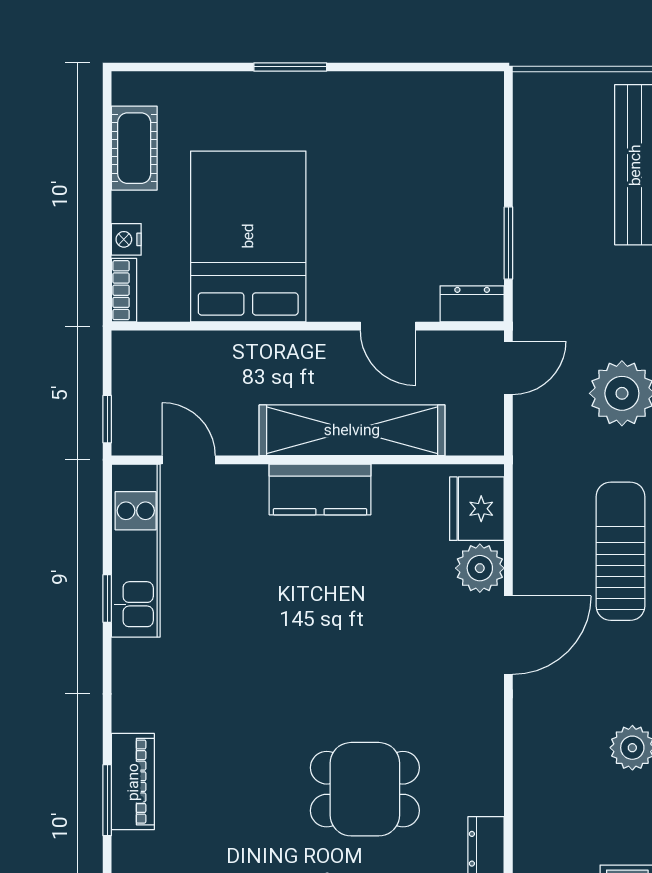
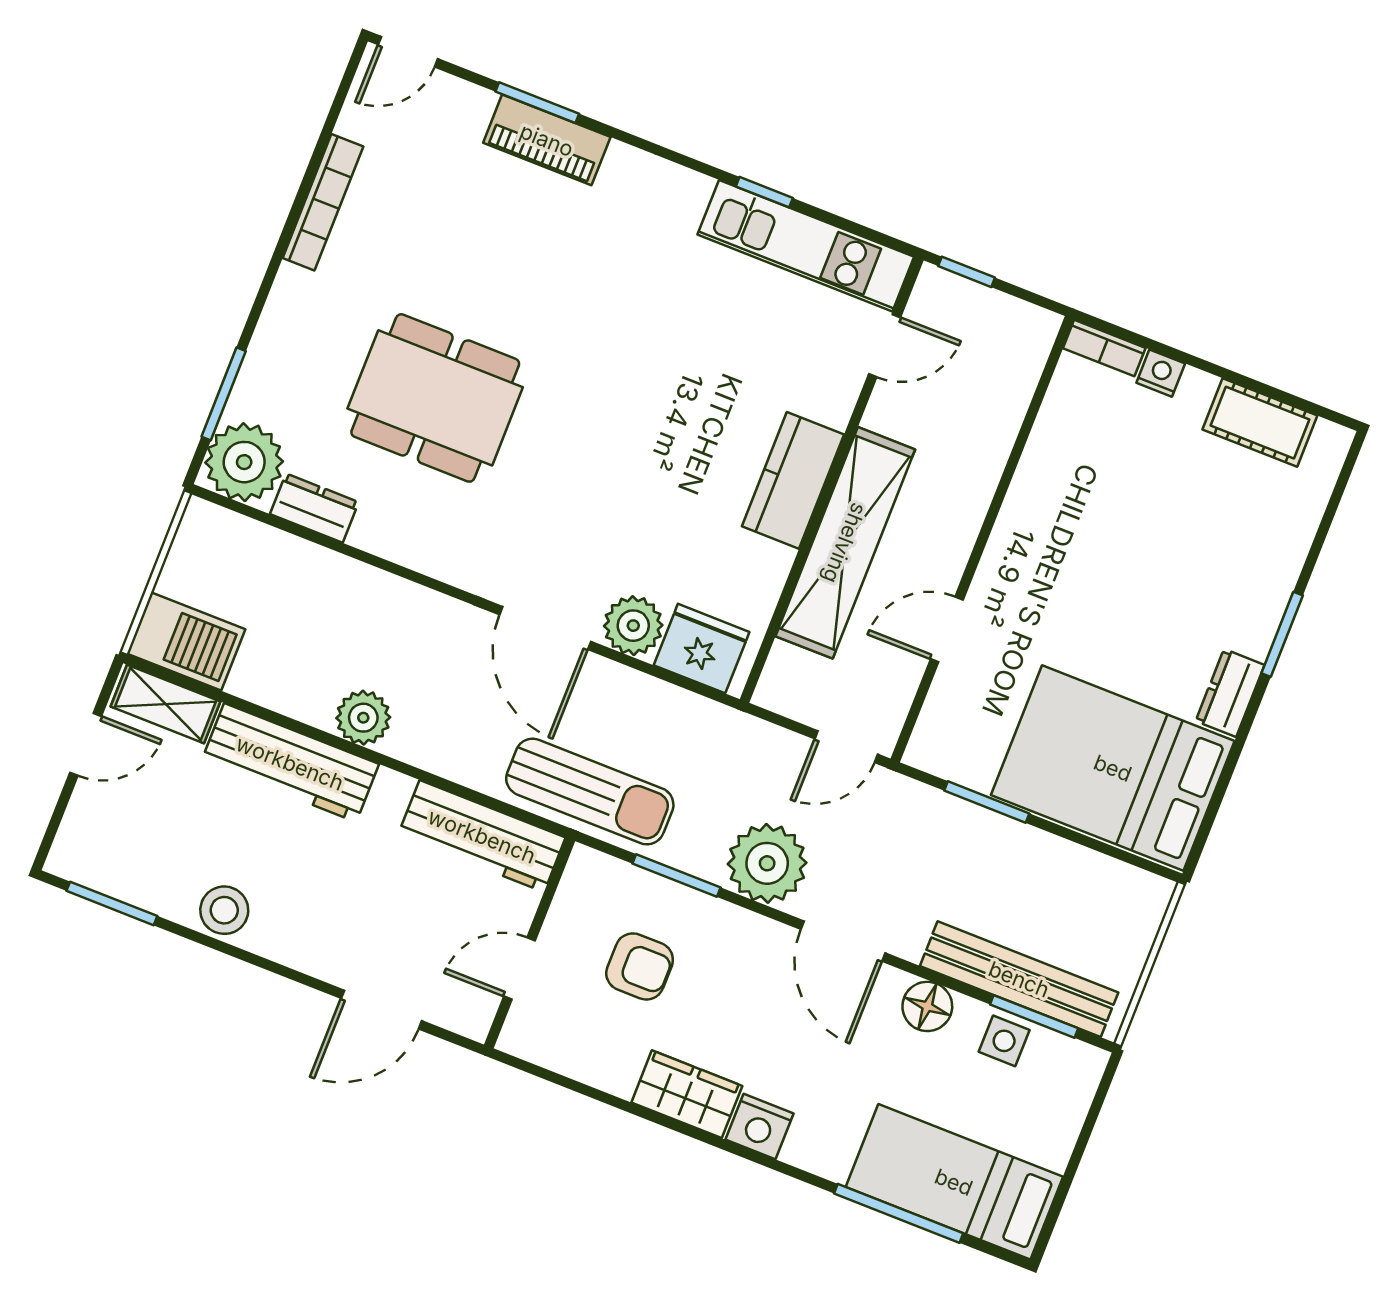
bed: (248, 236) -> (1113, 768), moved, turned 180
dresser: (472, 304) -> (1230, 693), moved, turned 180
door: (508, 368) -> (846, 747), hinge flipped
dining table: (365, 789) -> (435, 398), width x1.38

